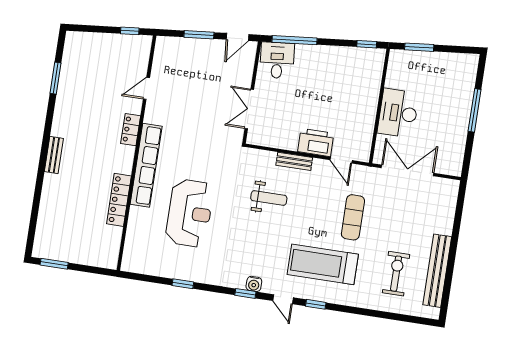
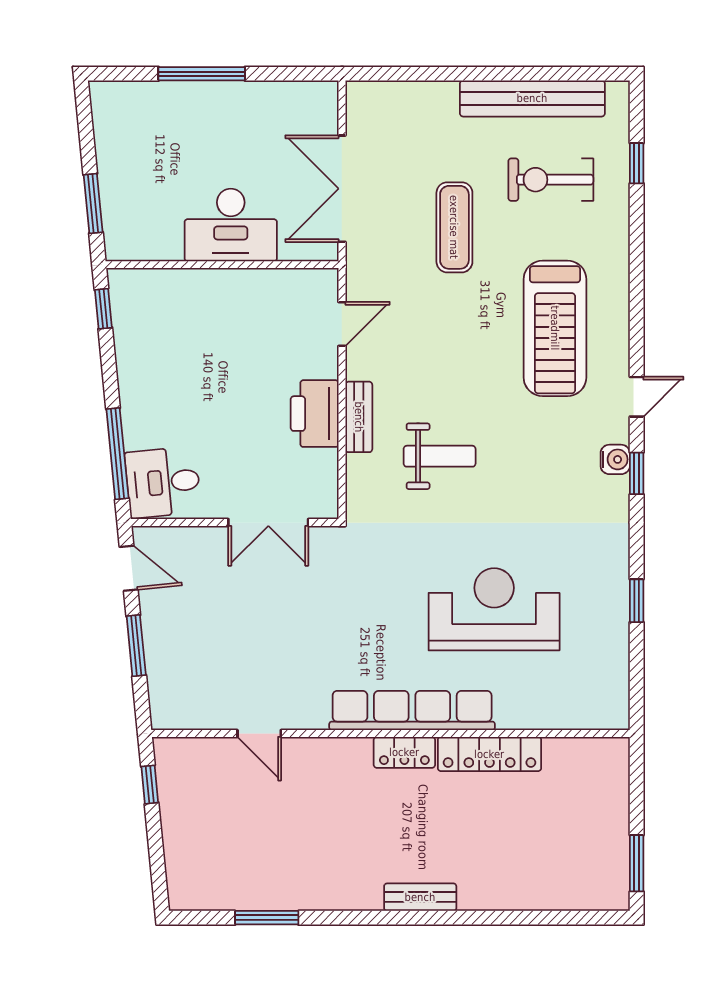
locker: (131, 130) -> (404, 752), moved
printer: (316, 142) -> (315, 414), moved
weight bench: (269, 198) -> (440, 456), turned 90
exercise mat: (353, 217) -> (454, 227), moved, turned 90
window: (316, 304) -> (637, 163), moved

